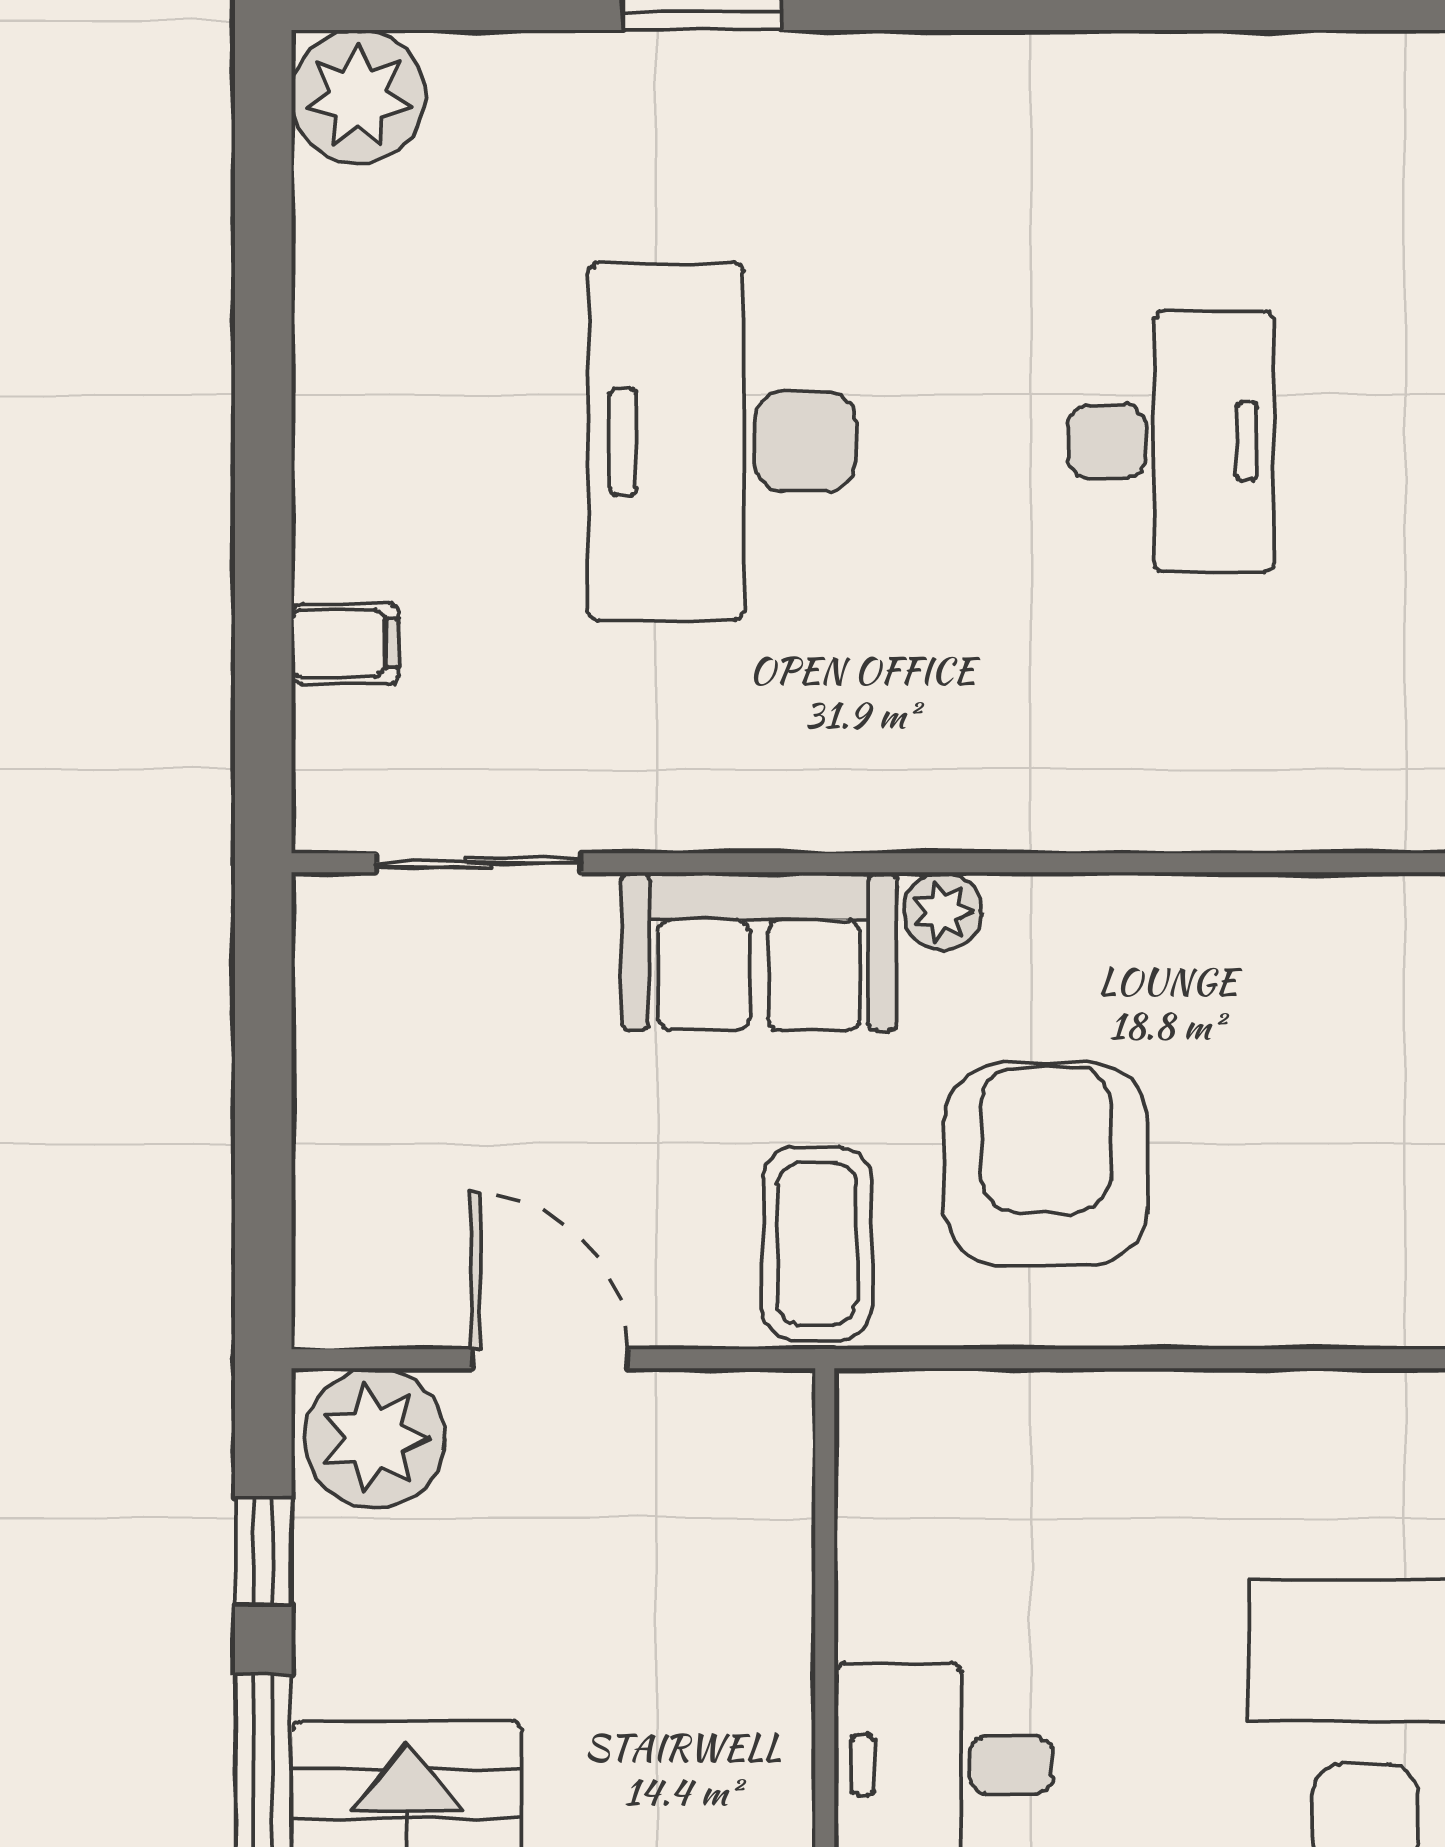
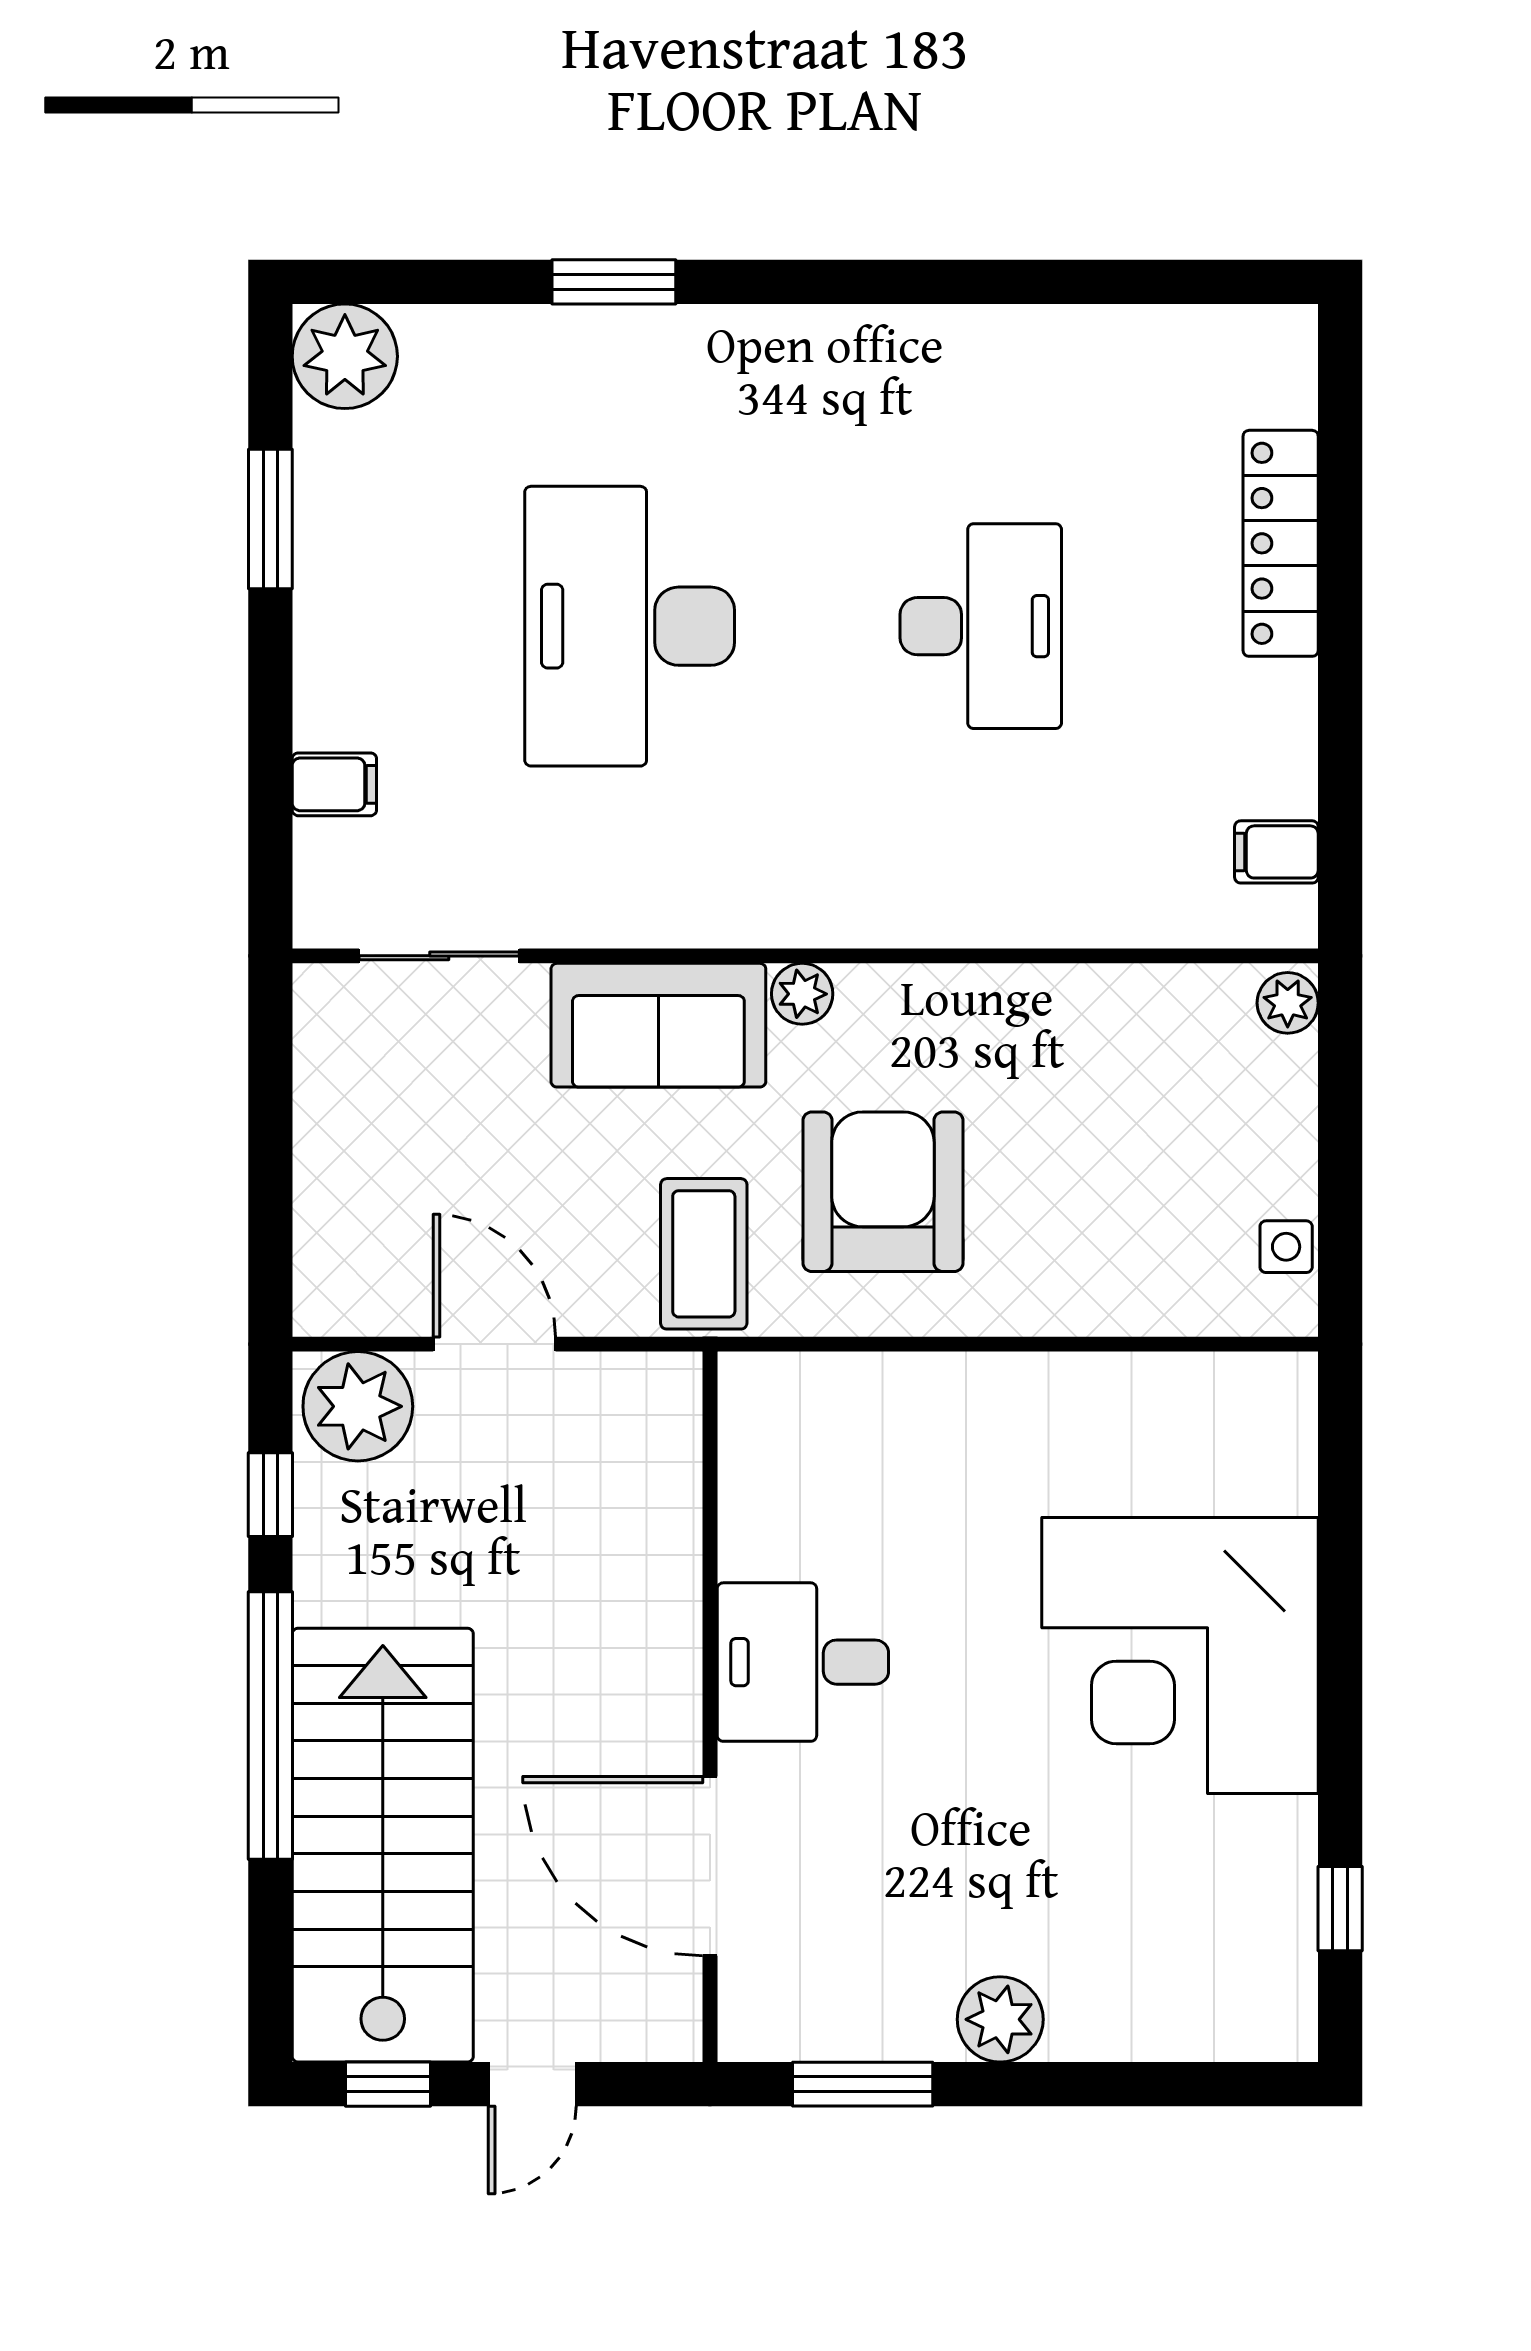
window: (263, 305) -> (270, 519), added

